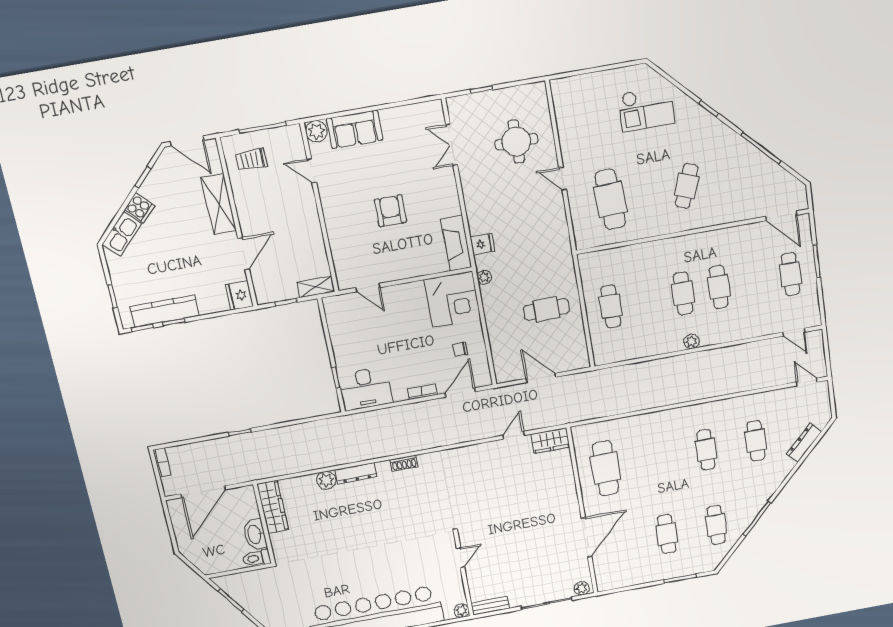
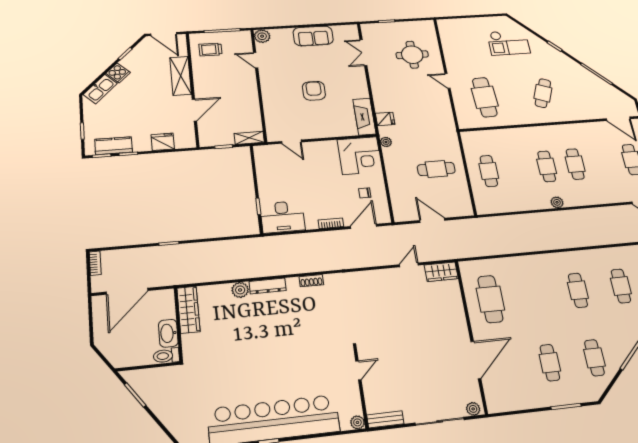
sofa: (355, 129) -> (313, 36), moved
fridge: (239, 295) -> (163, 142), moved, turned 90
kitchen counter: (165, 311) -> (113, 146), width x0.67

